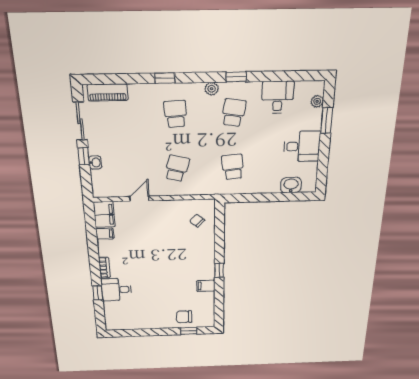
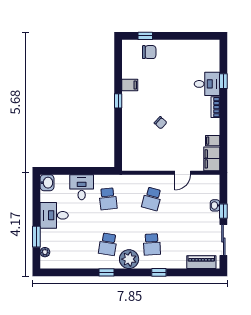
plant: (212, 89) -> (129, 259), width x1.87, depth x1.87
desk: (278, 97) -> (82, 187), moved, turned 180
washbasin: (291, 185) -> (47, 183), moved, turned -90
chair: (197, 221) -> (160, 123), moved

